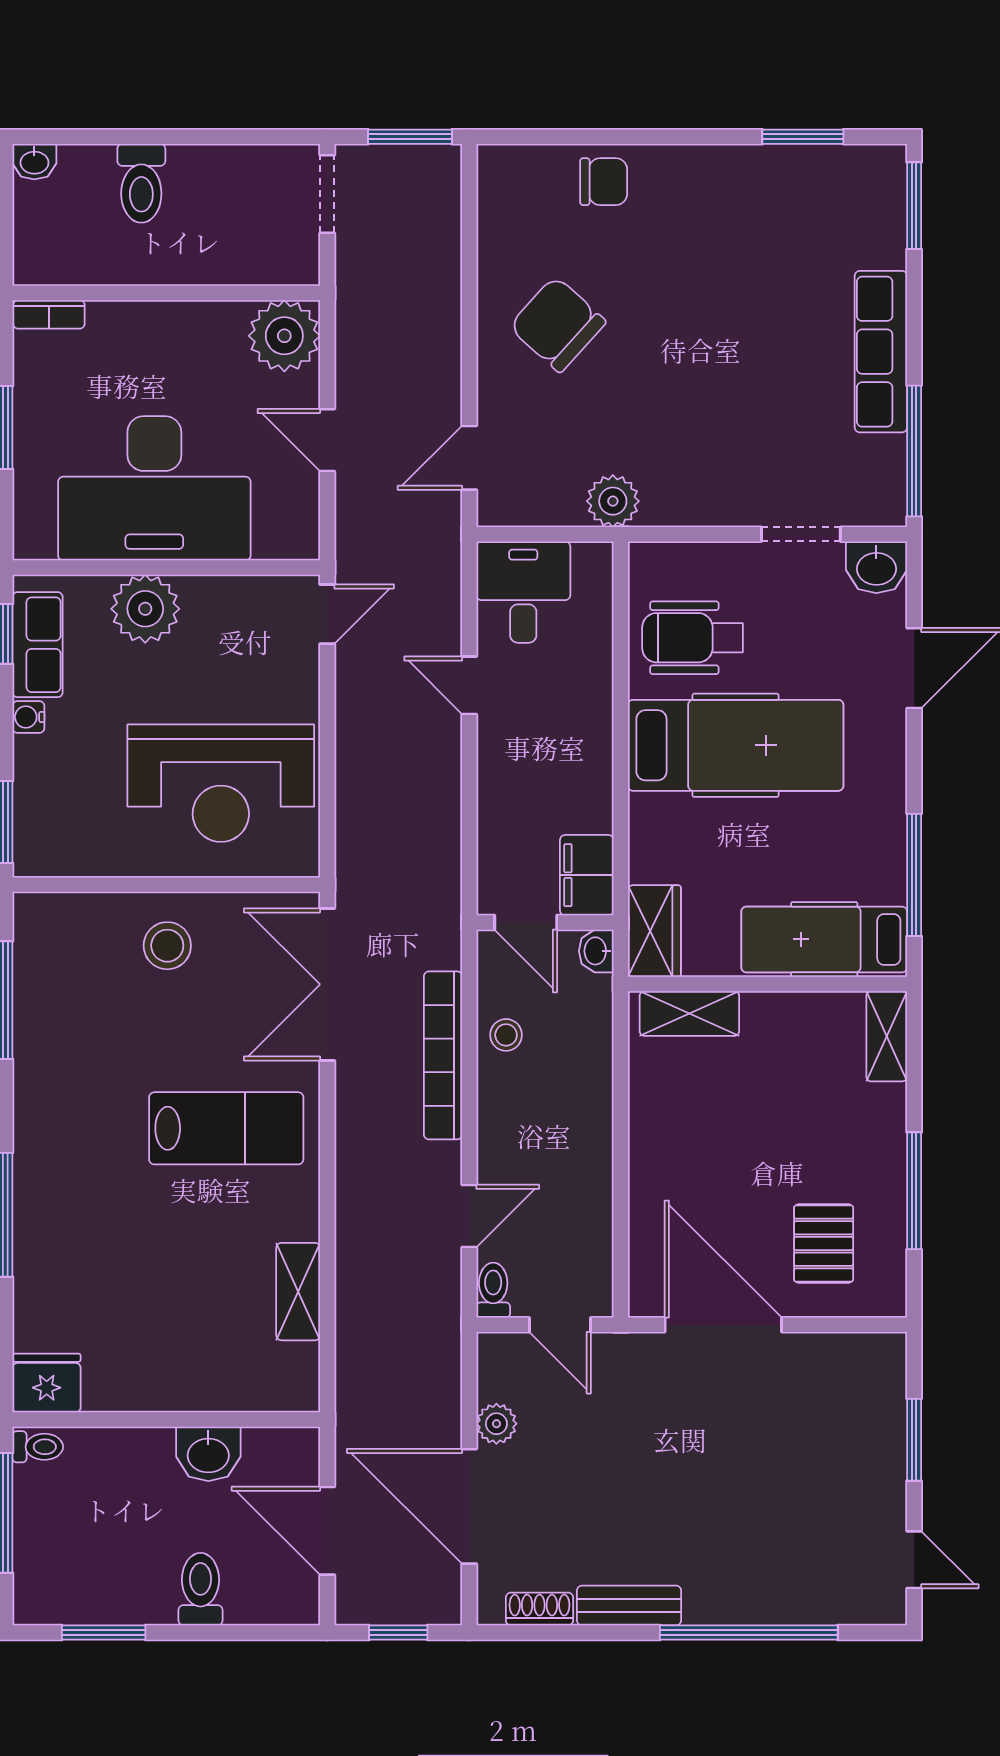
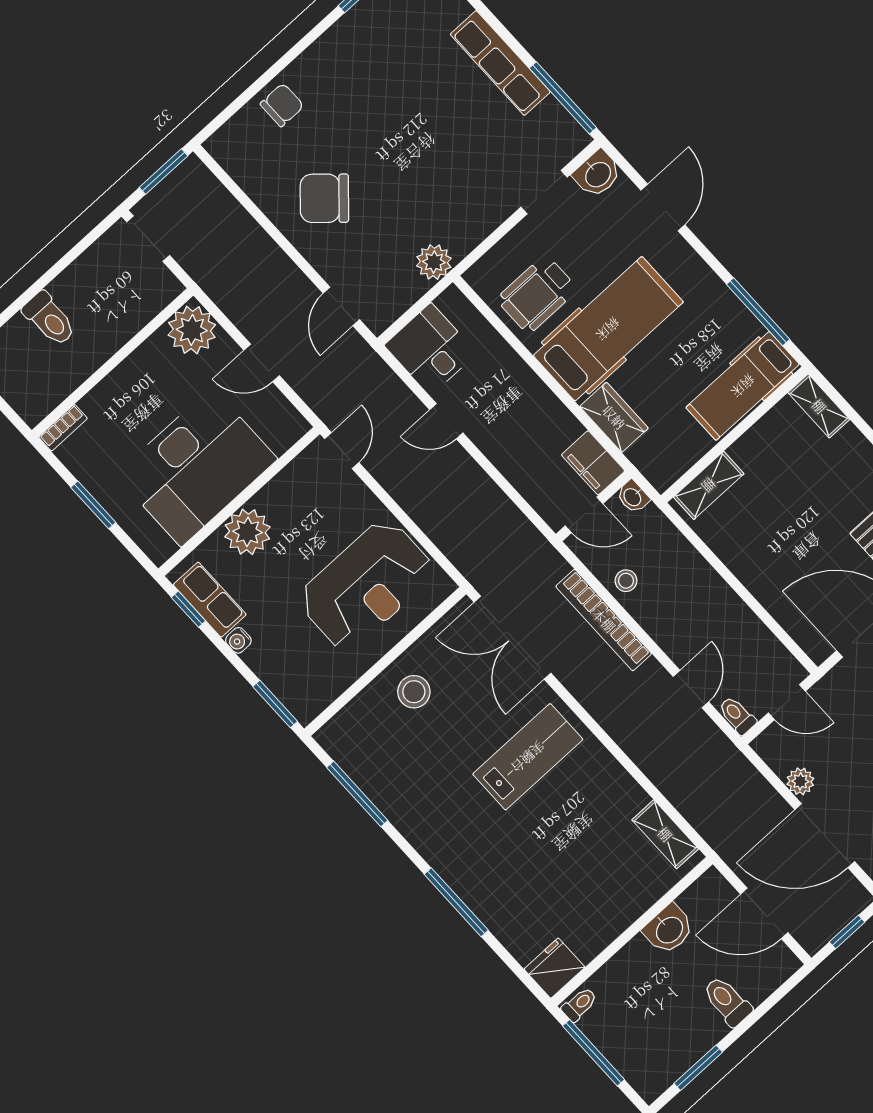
wardrobe: (654, 931) -> (614, 417), moved
shelving: (298, 1292) -> (665, 834), moved

